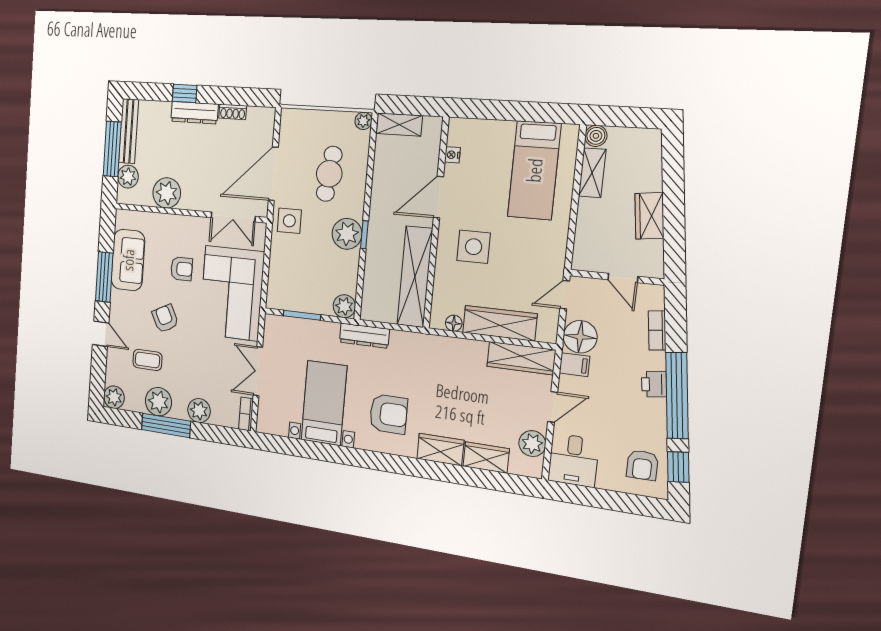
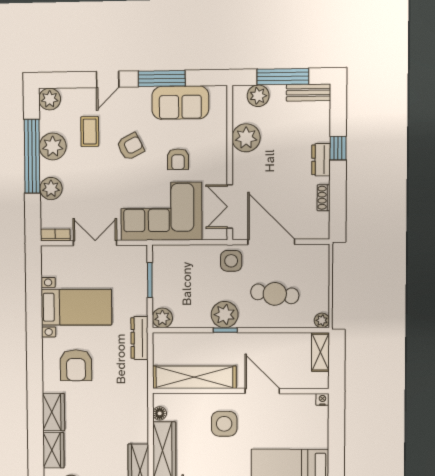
dresser: (194, 113) -> (321, 160), width x0.70
bench: (129, 131) -> (308, 93), width x0.73
nightstand: (452, 155) -> (322, 399), moved
window: (166, 425) -> (32, 156), width x1.46

